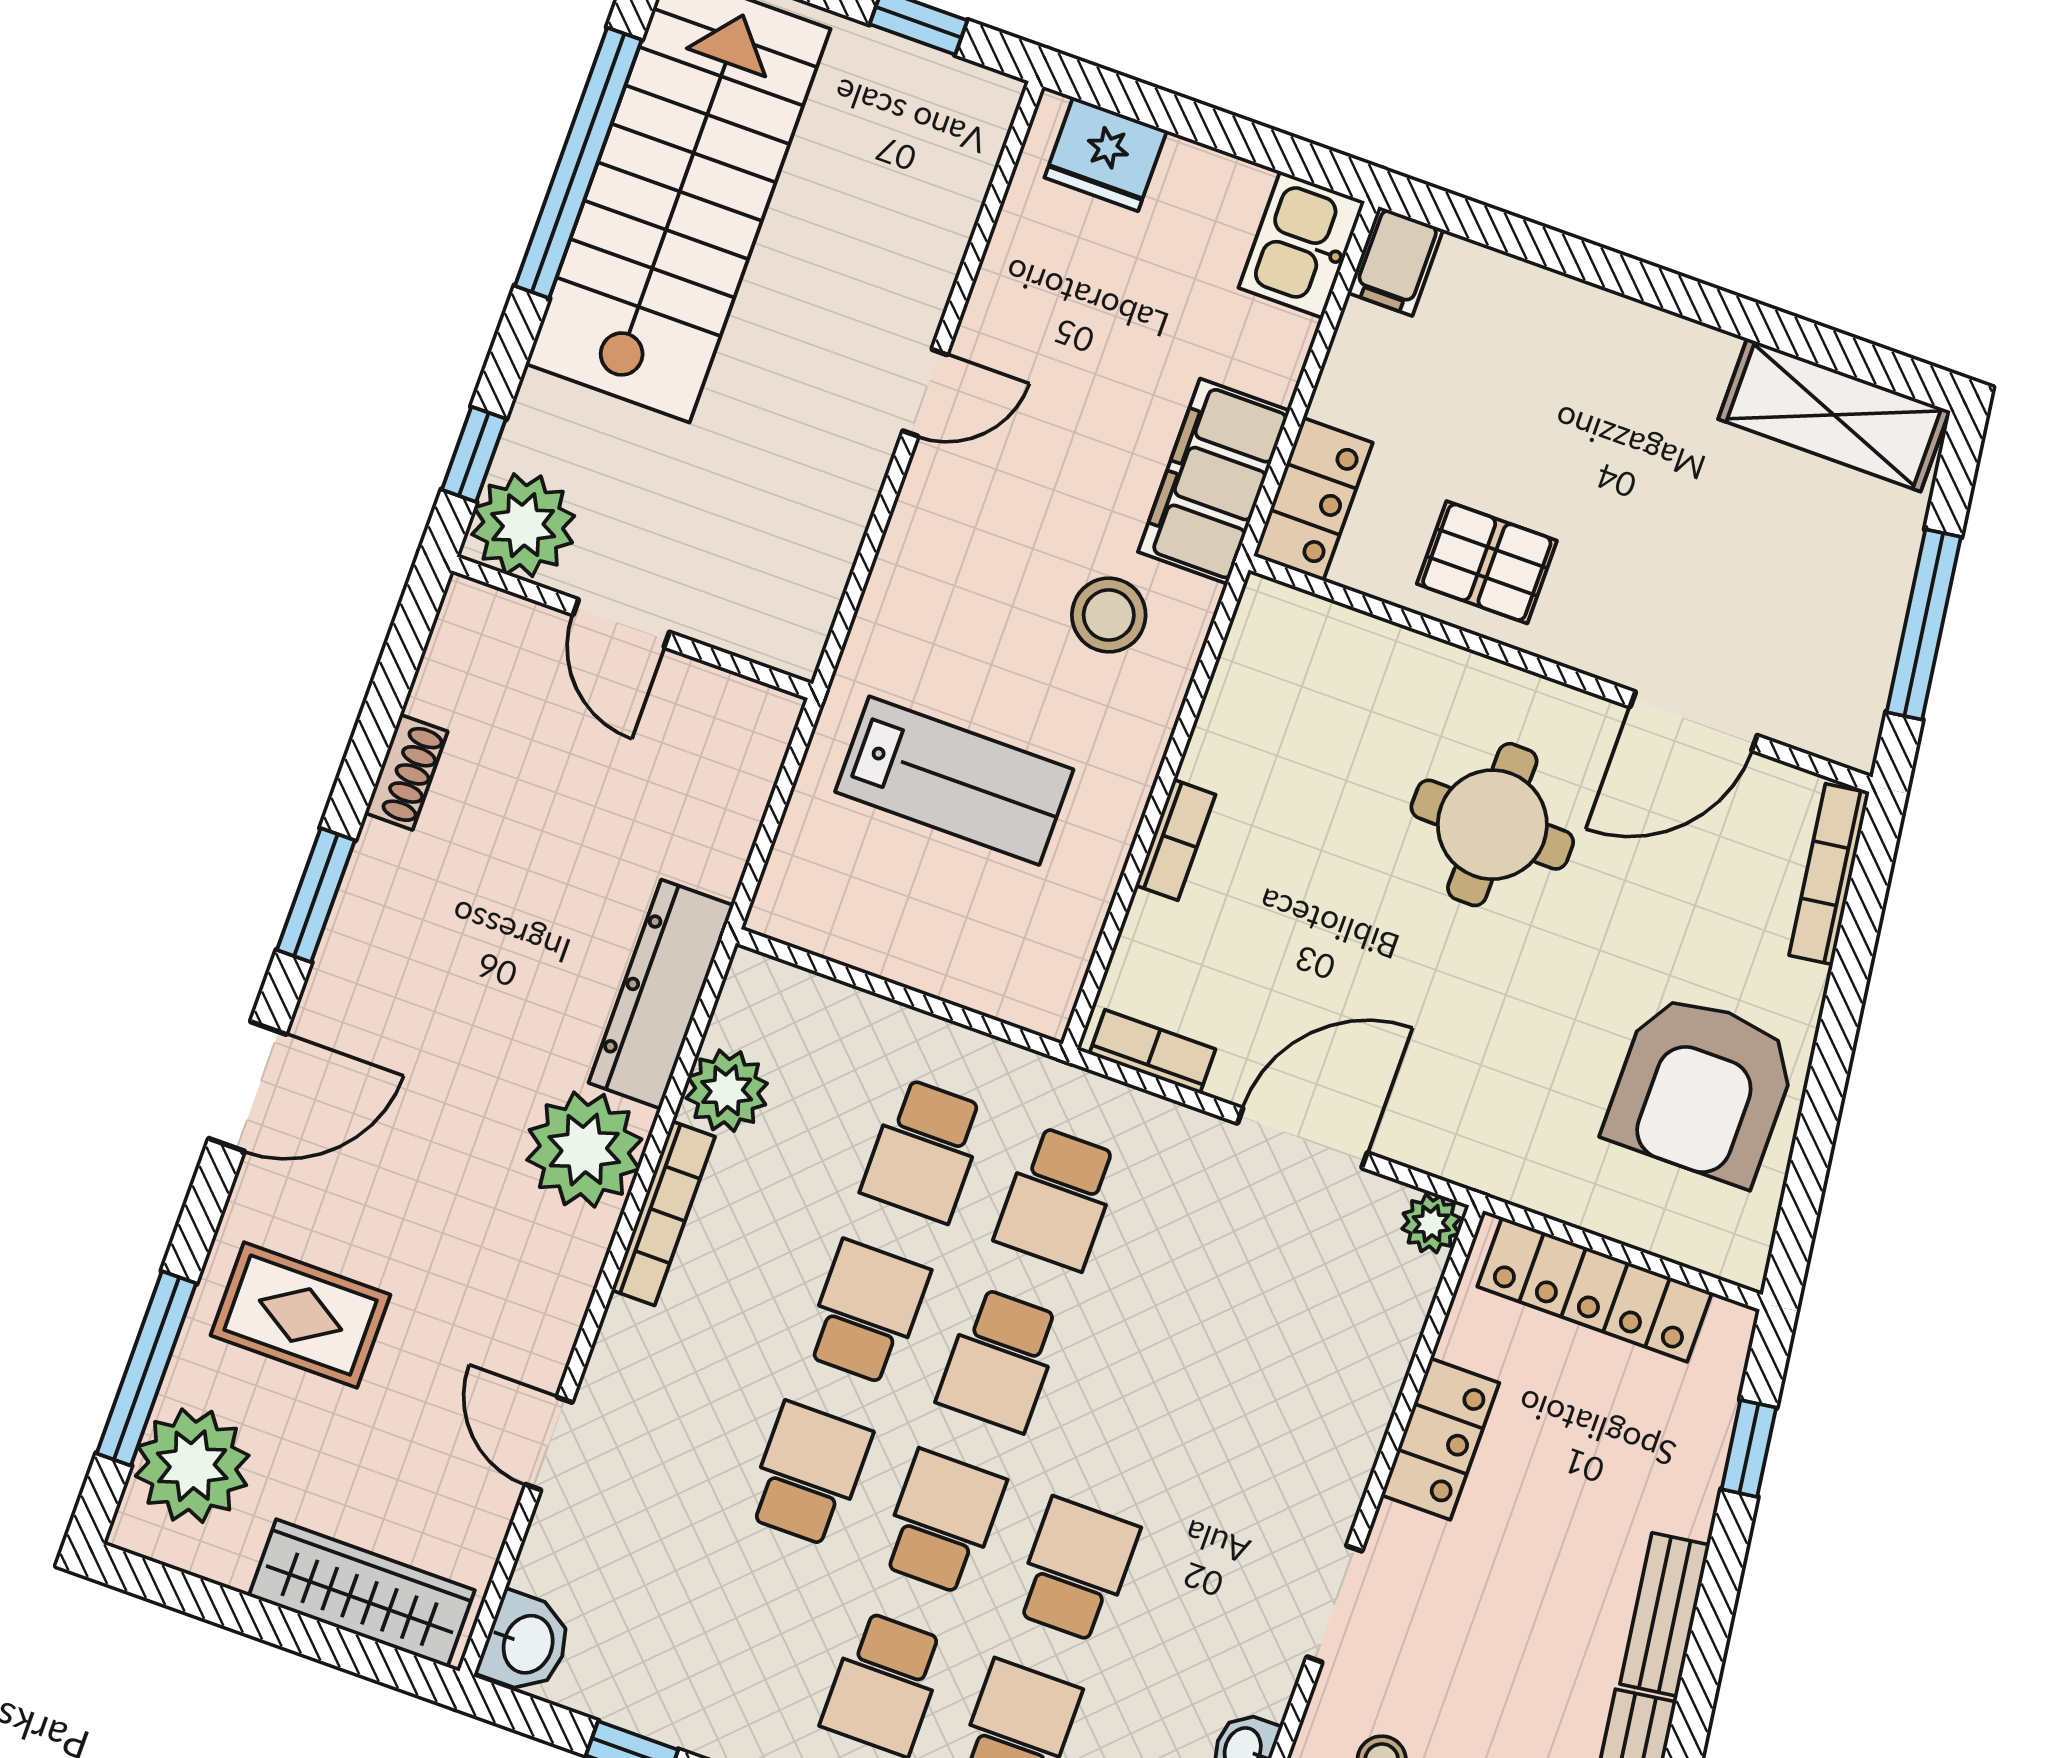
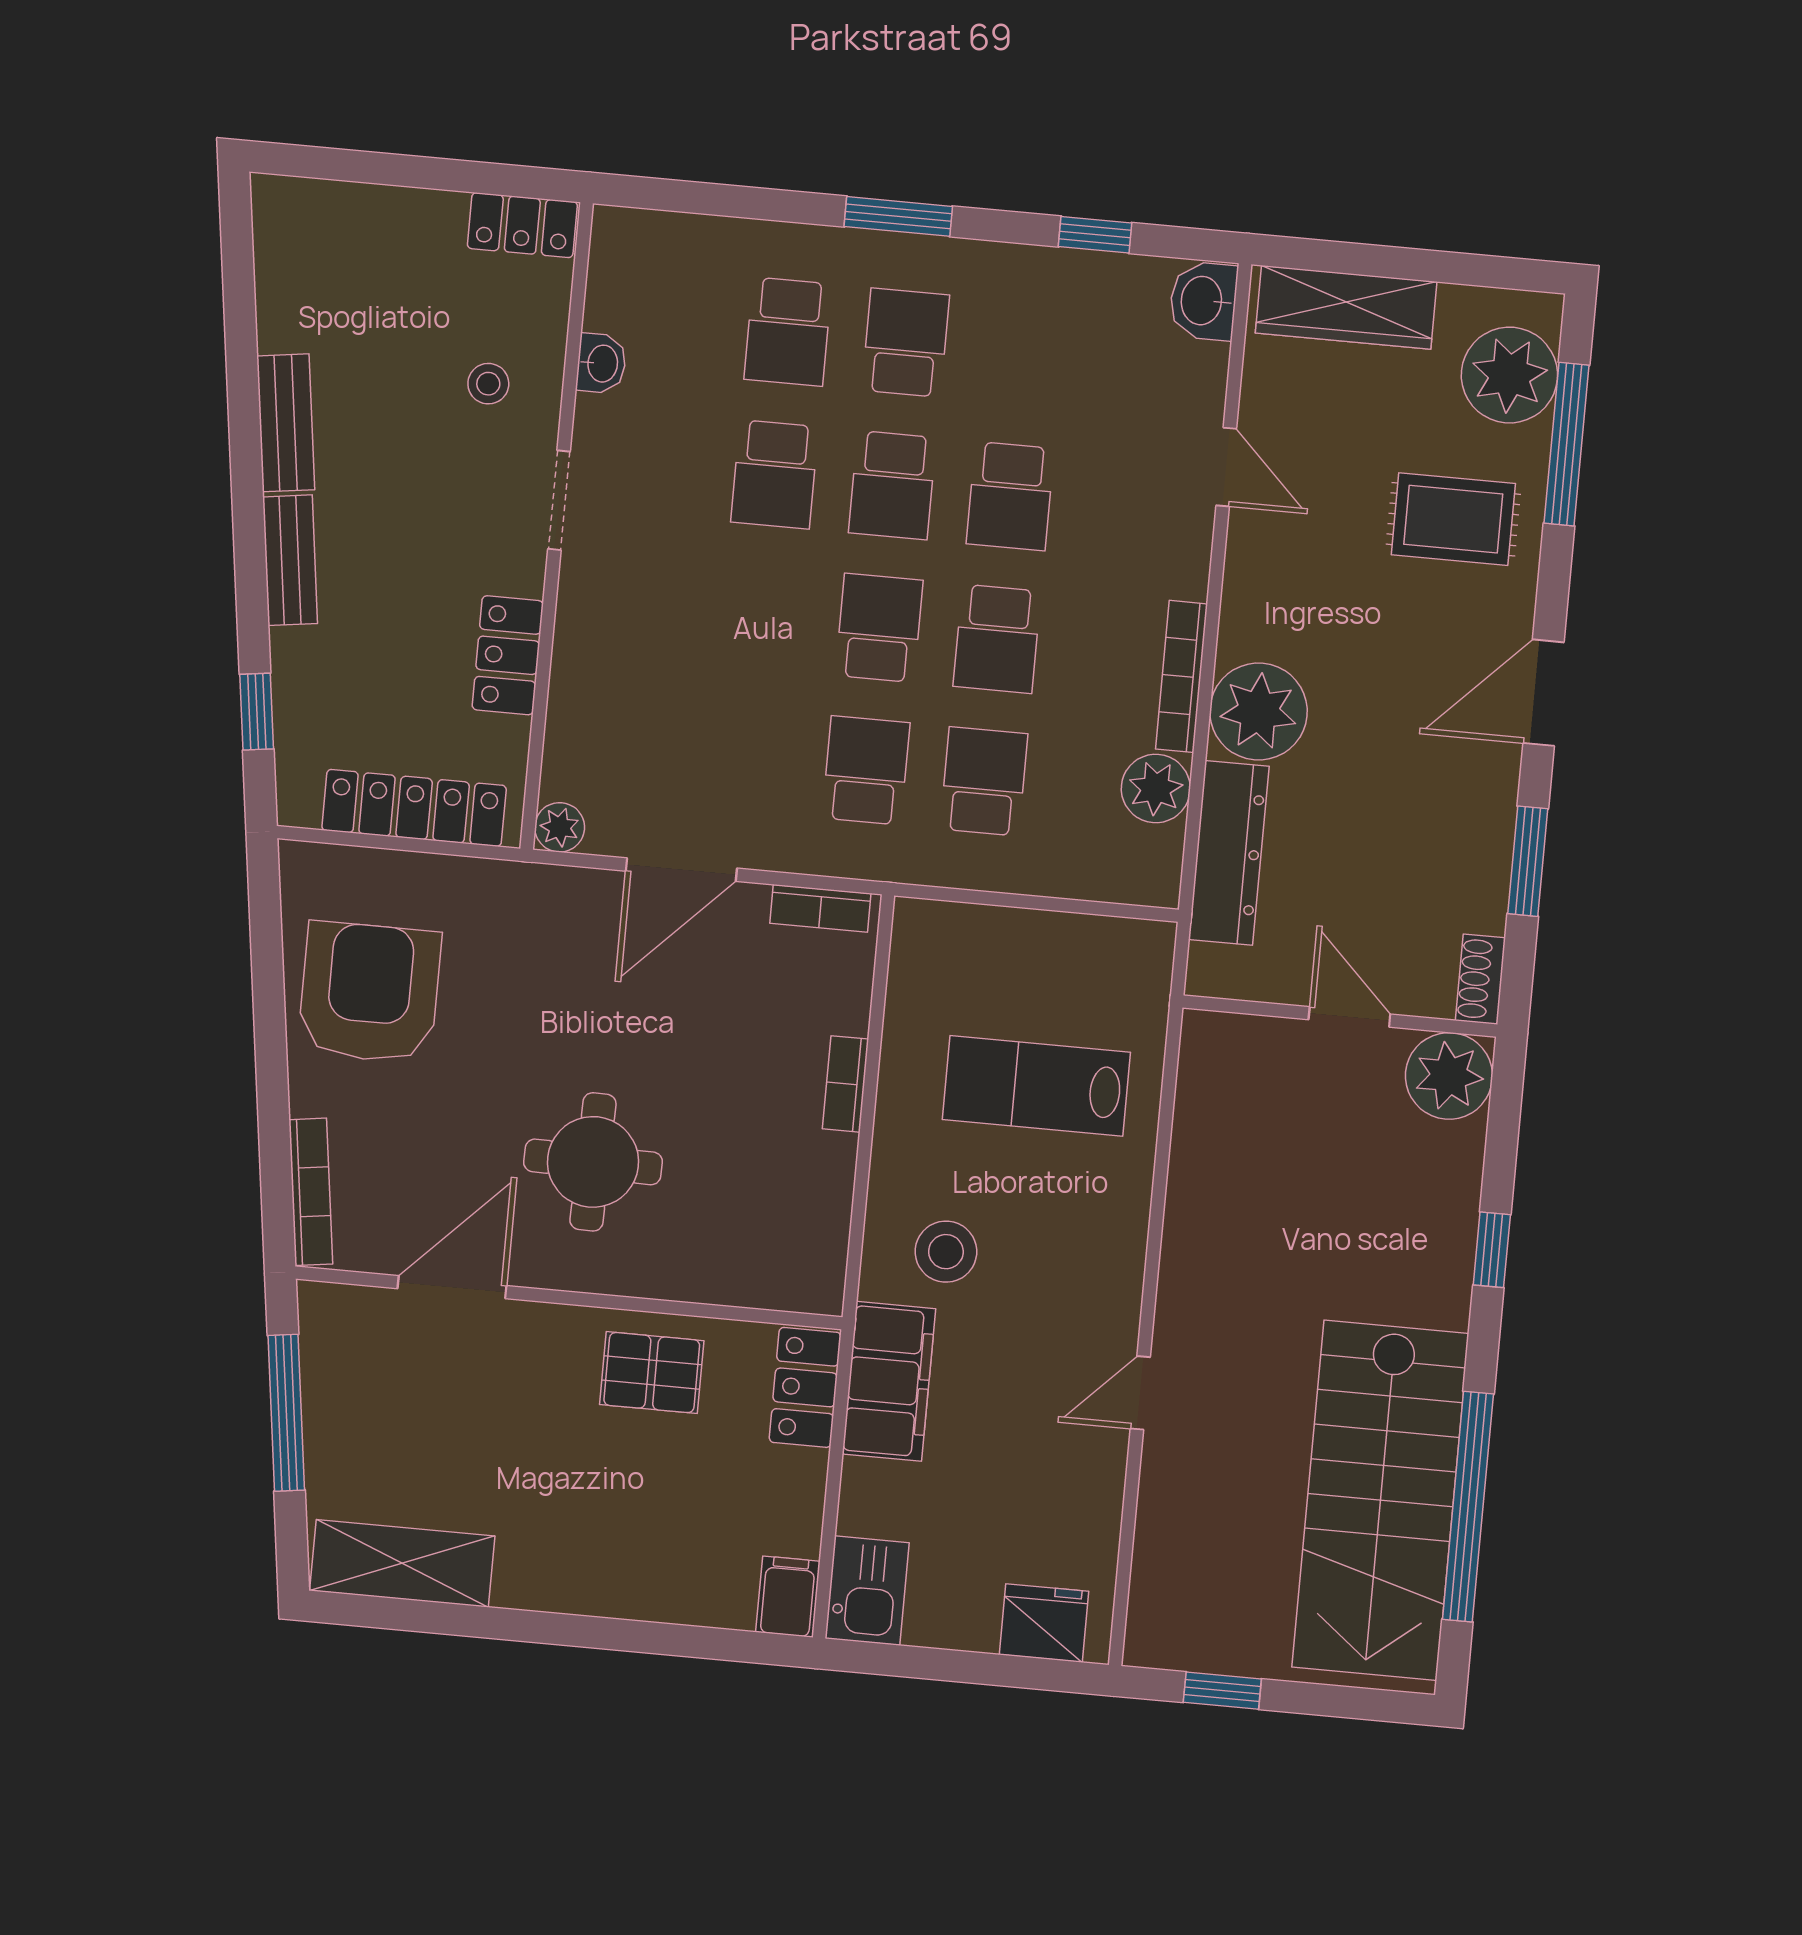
plant: (523, 525) -> (1449, 1076), moved
door: (621, 623) -> (1349, 1017), moved
wall: (632, 627) -> (1340, 1016), moved

